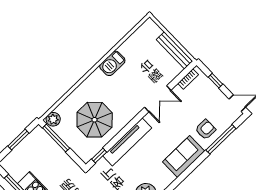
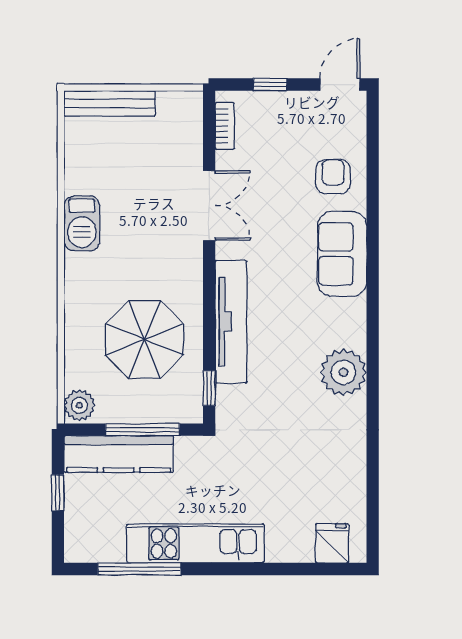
bench: (174, 50) -> (110, 103), moved
window: (56, 138) -> (143, 430), moved
window: (221, 139) -> (373, 167), removed
window: (18, 140) -> (58, 493), width x0.67
kitchen counter: (50, 147) -> (119, 454), added

